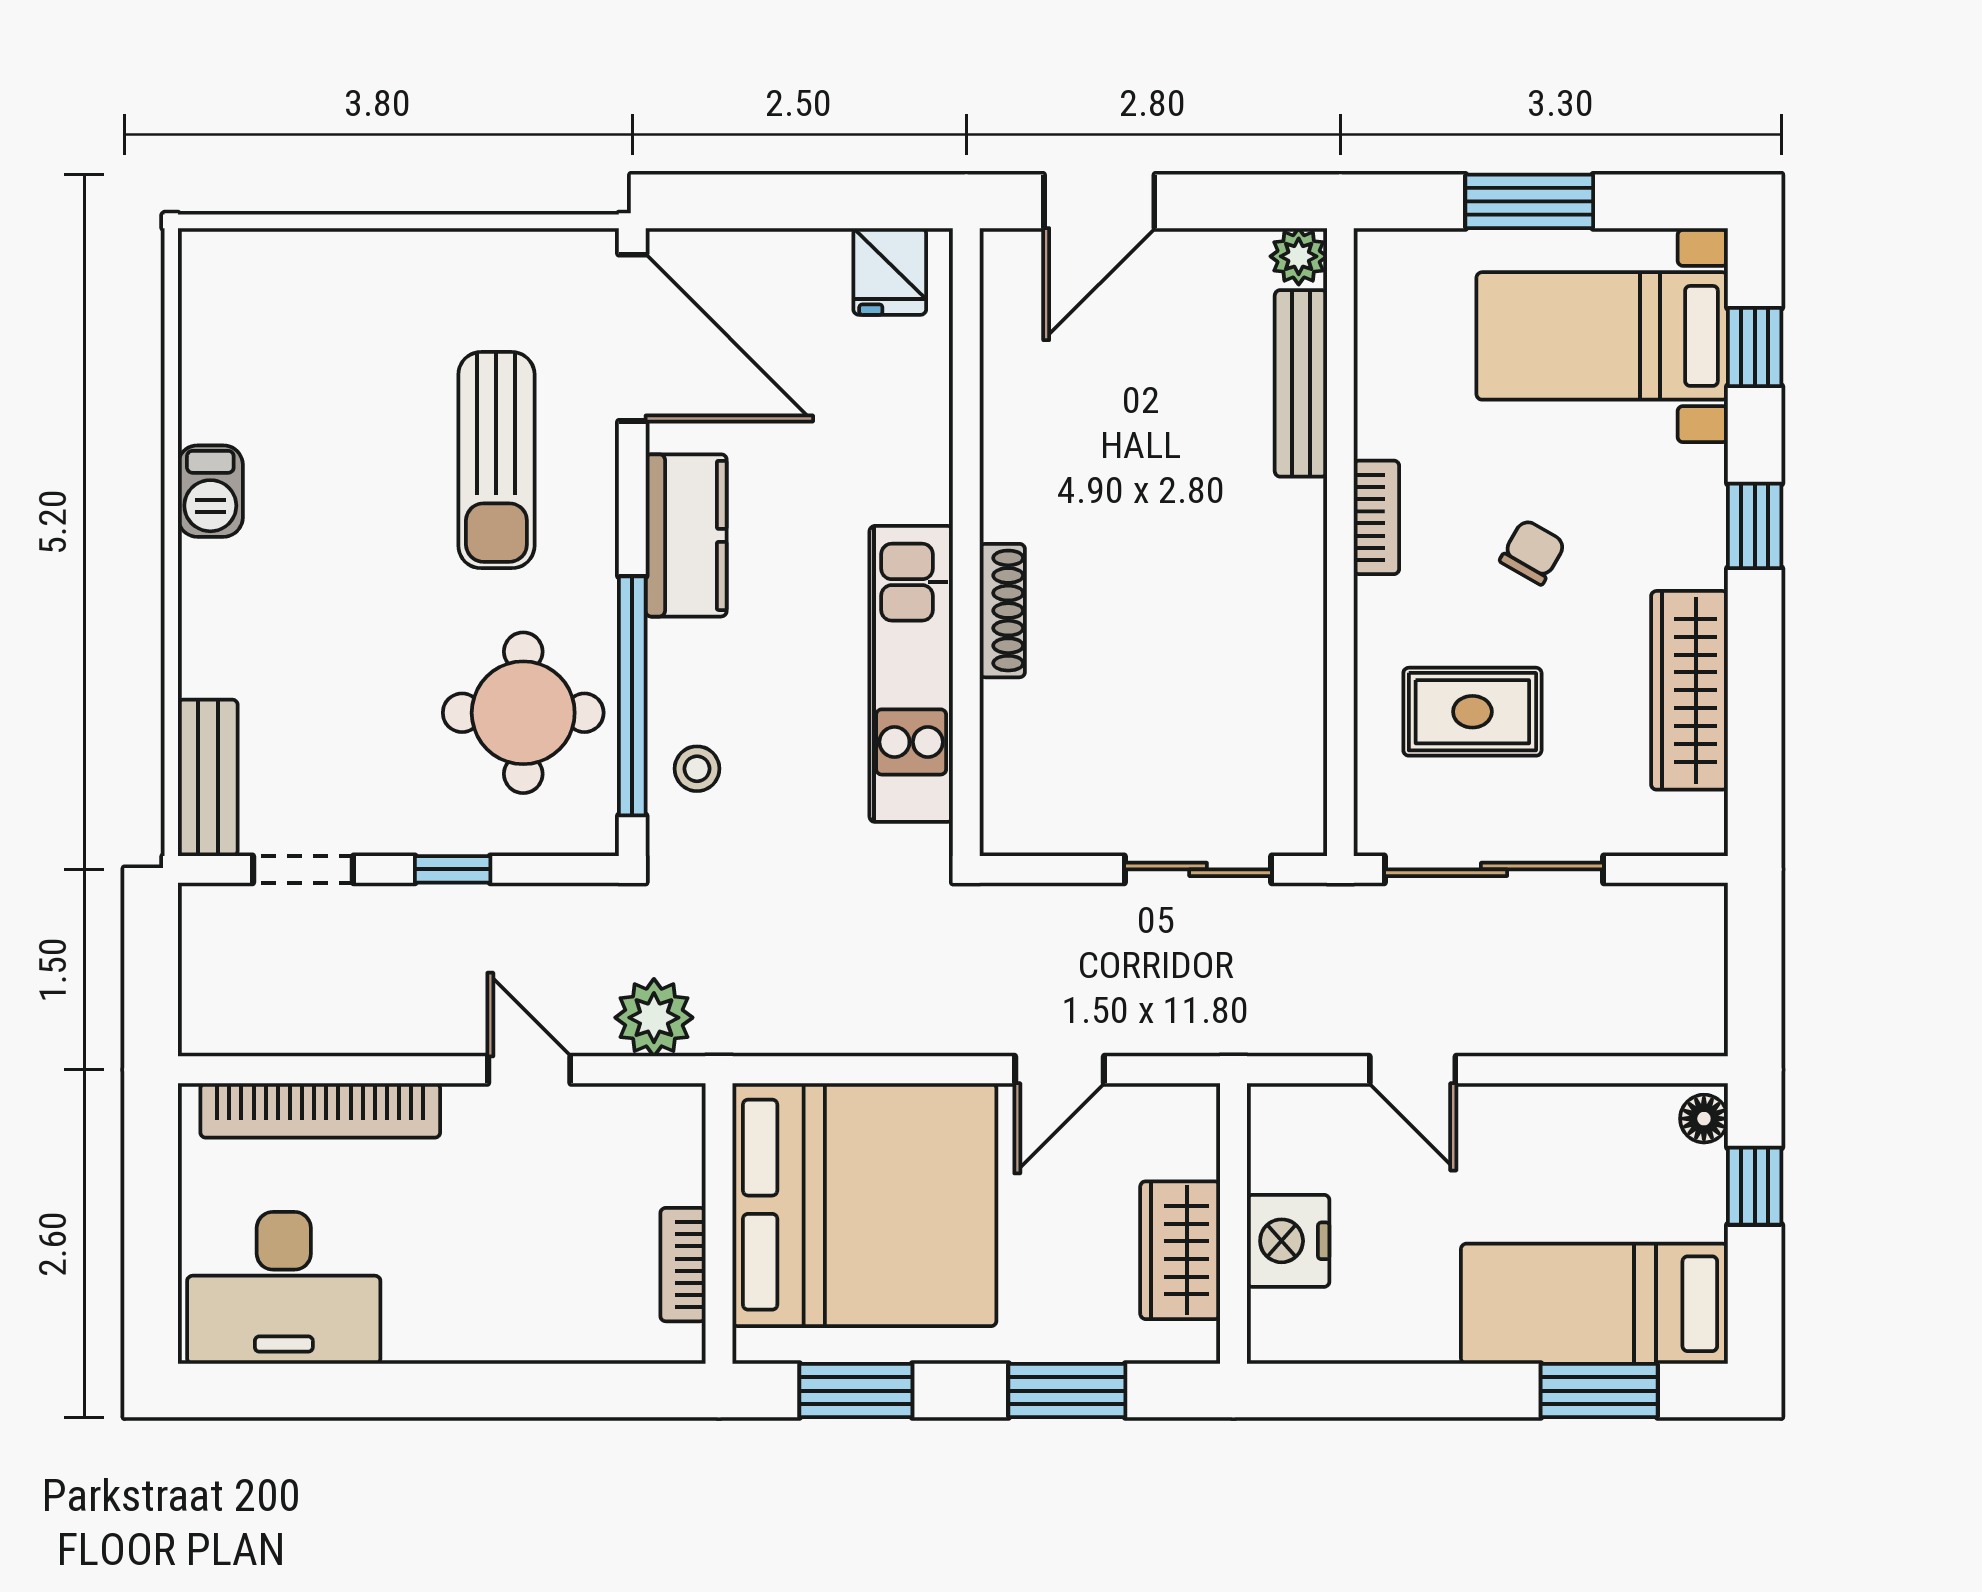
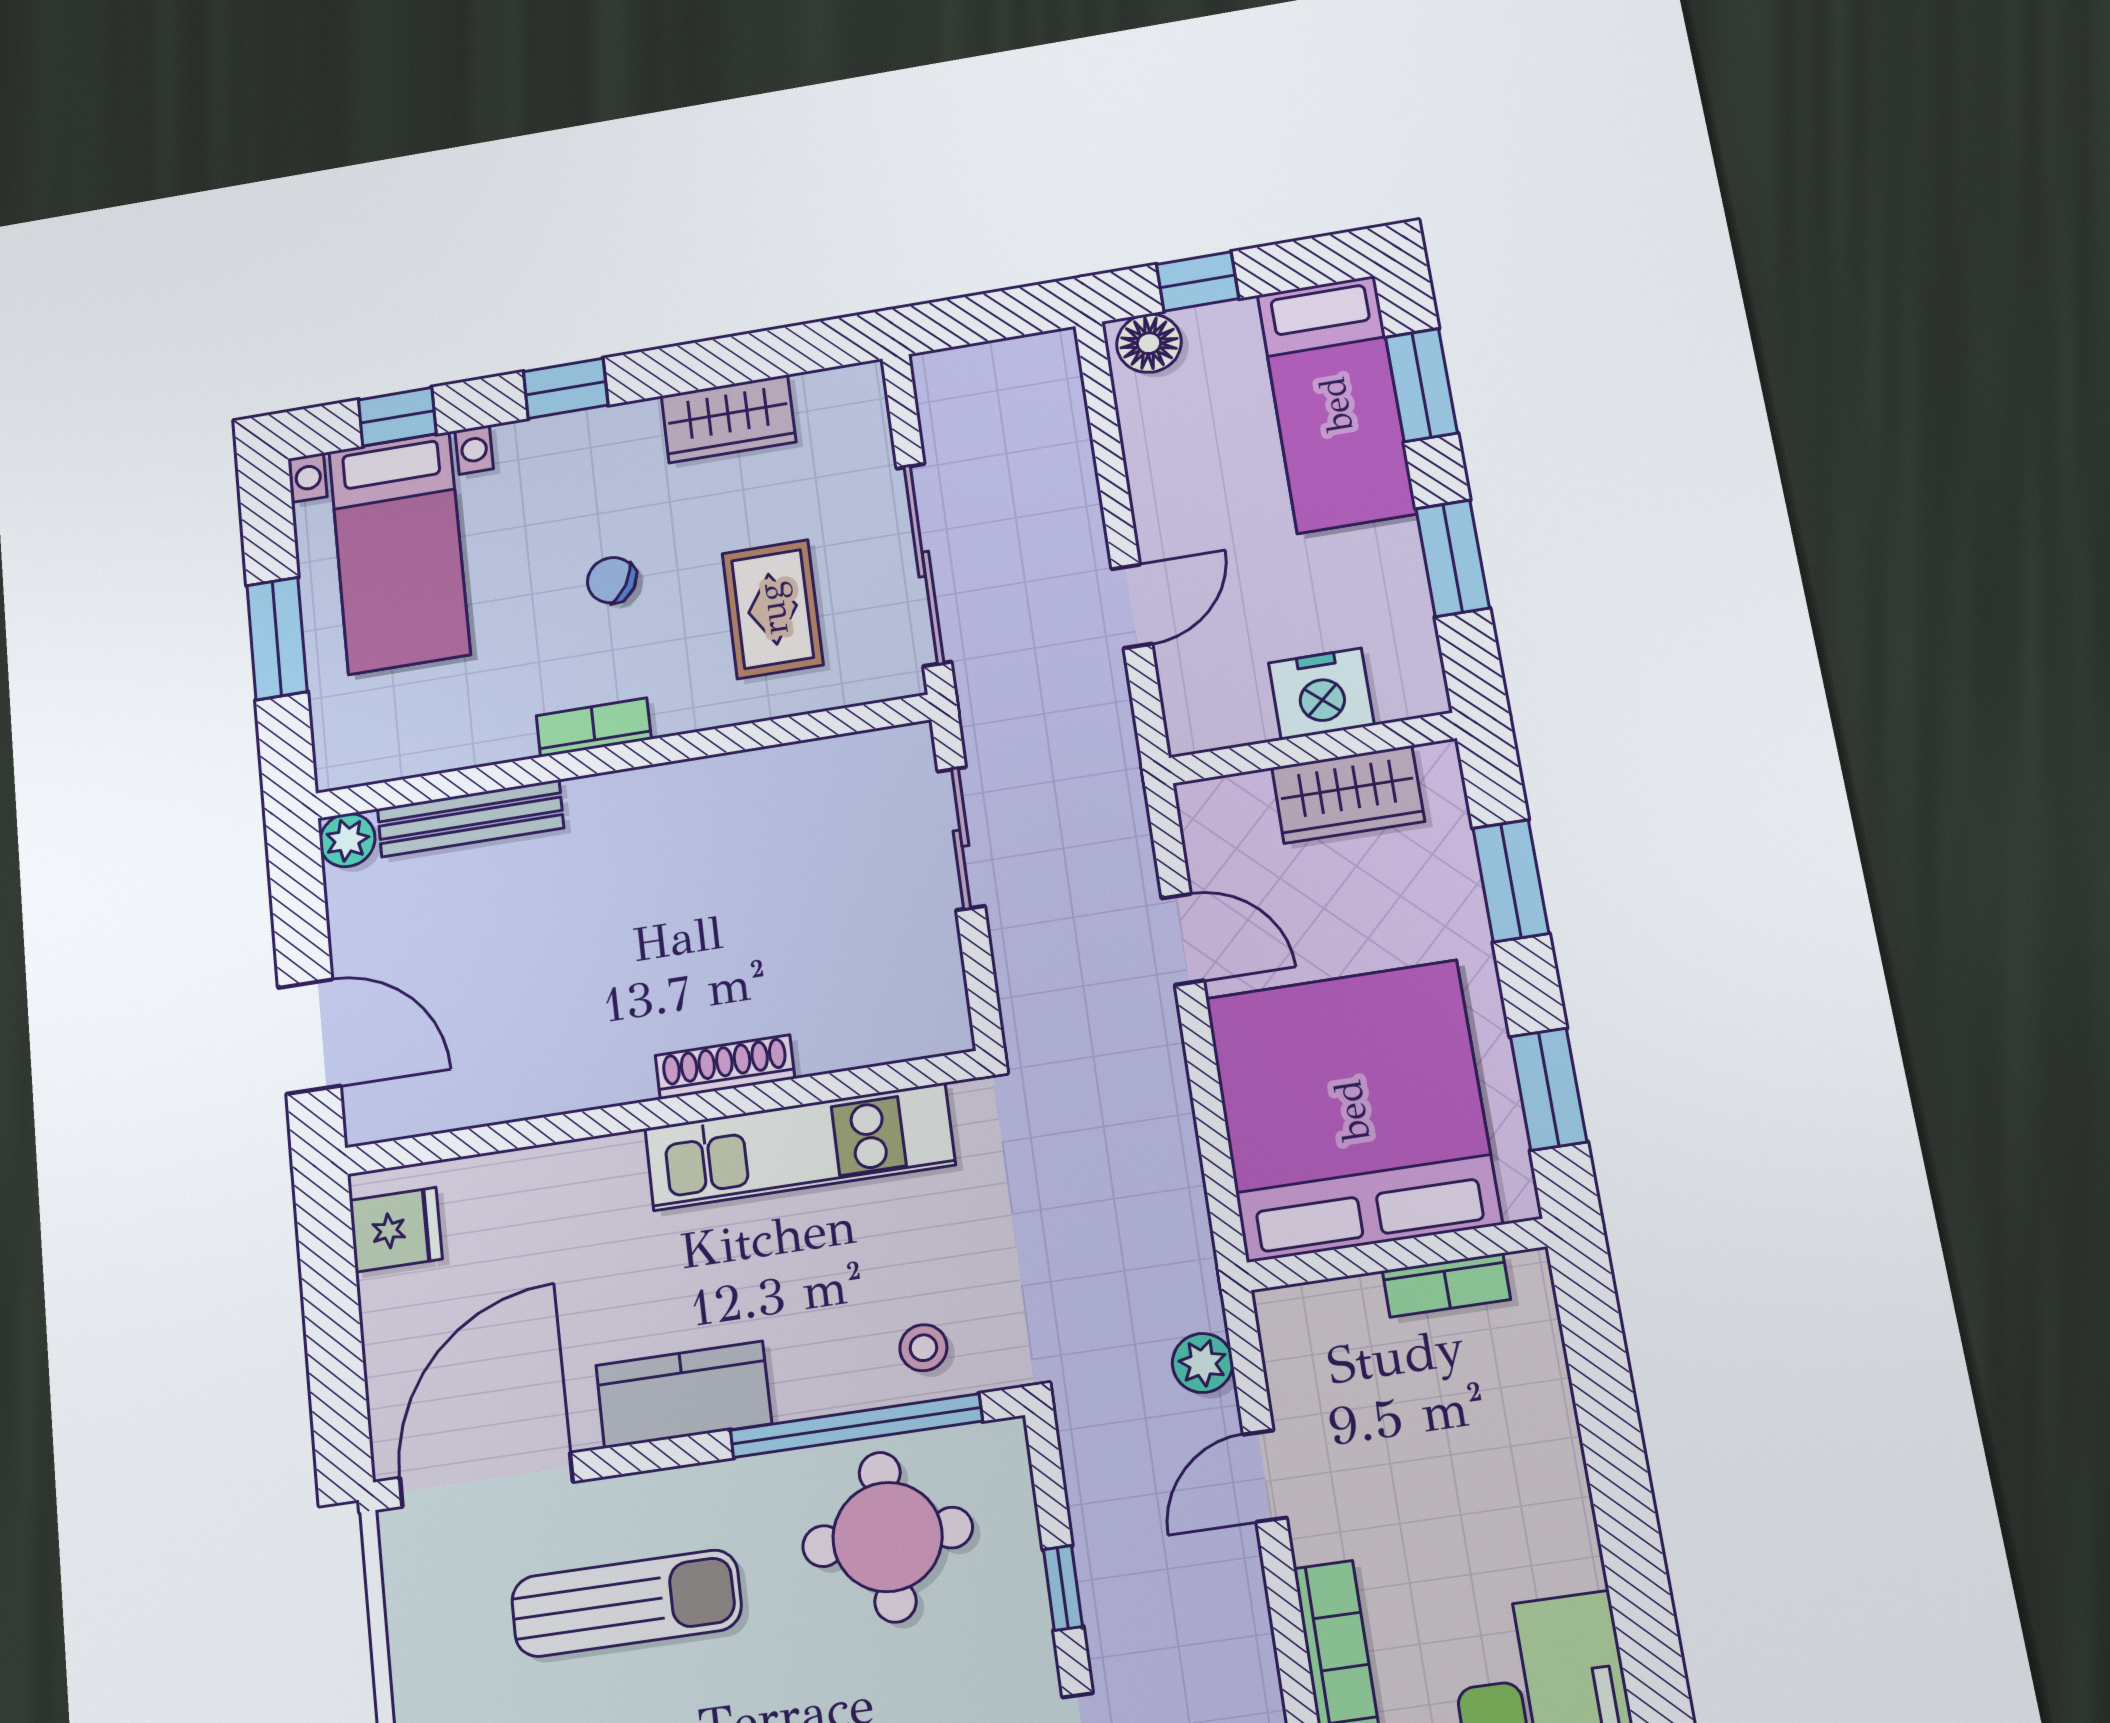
wardrobe: (1689, 690) -> (728, 419), width x0.67
plant: (654, 1018) -> (1203, 1363), width x0.73, depth x0.73
floor lamp: (1704, 1119) -> (1149, 343), width x1.37, depth x1.37
window: (1408, 1391) -> (1453, 558), added

